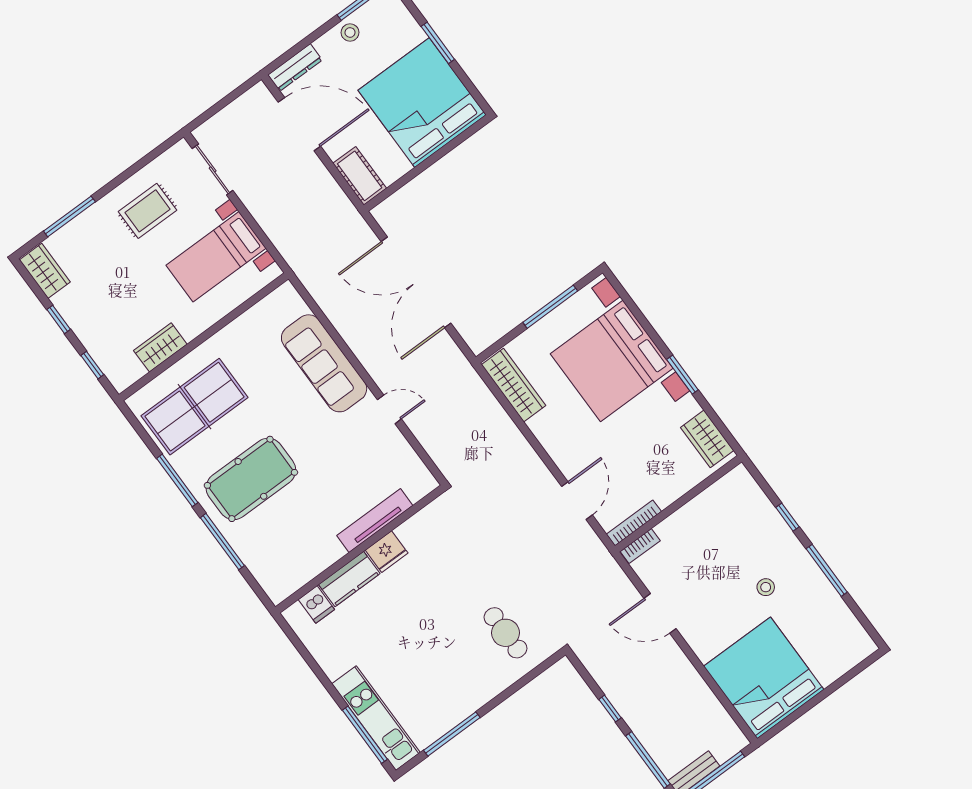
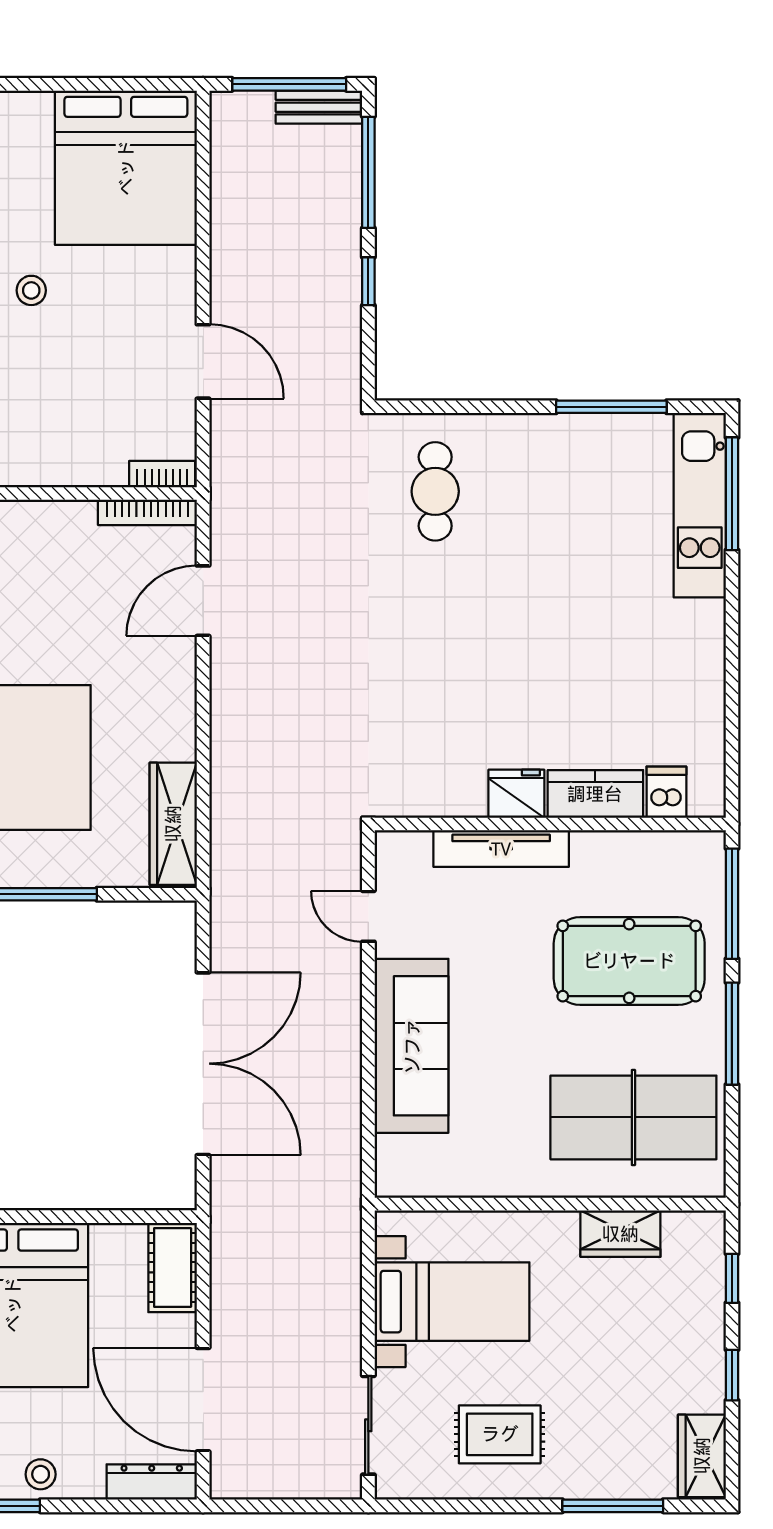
tv unit: (375, 520) -> (501, 849), moved
wall: (360, 549) -> (550, 824), moved
fridge: (387, 552) -> (516, 794), moved
kitchen counter: (349, 579) -> (595, 794), moved
dishwasher: (316, 604) -> (666, 792), moved

